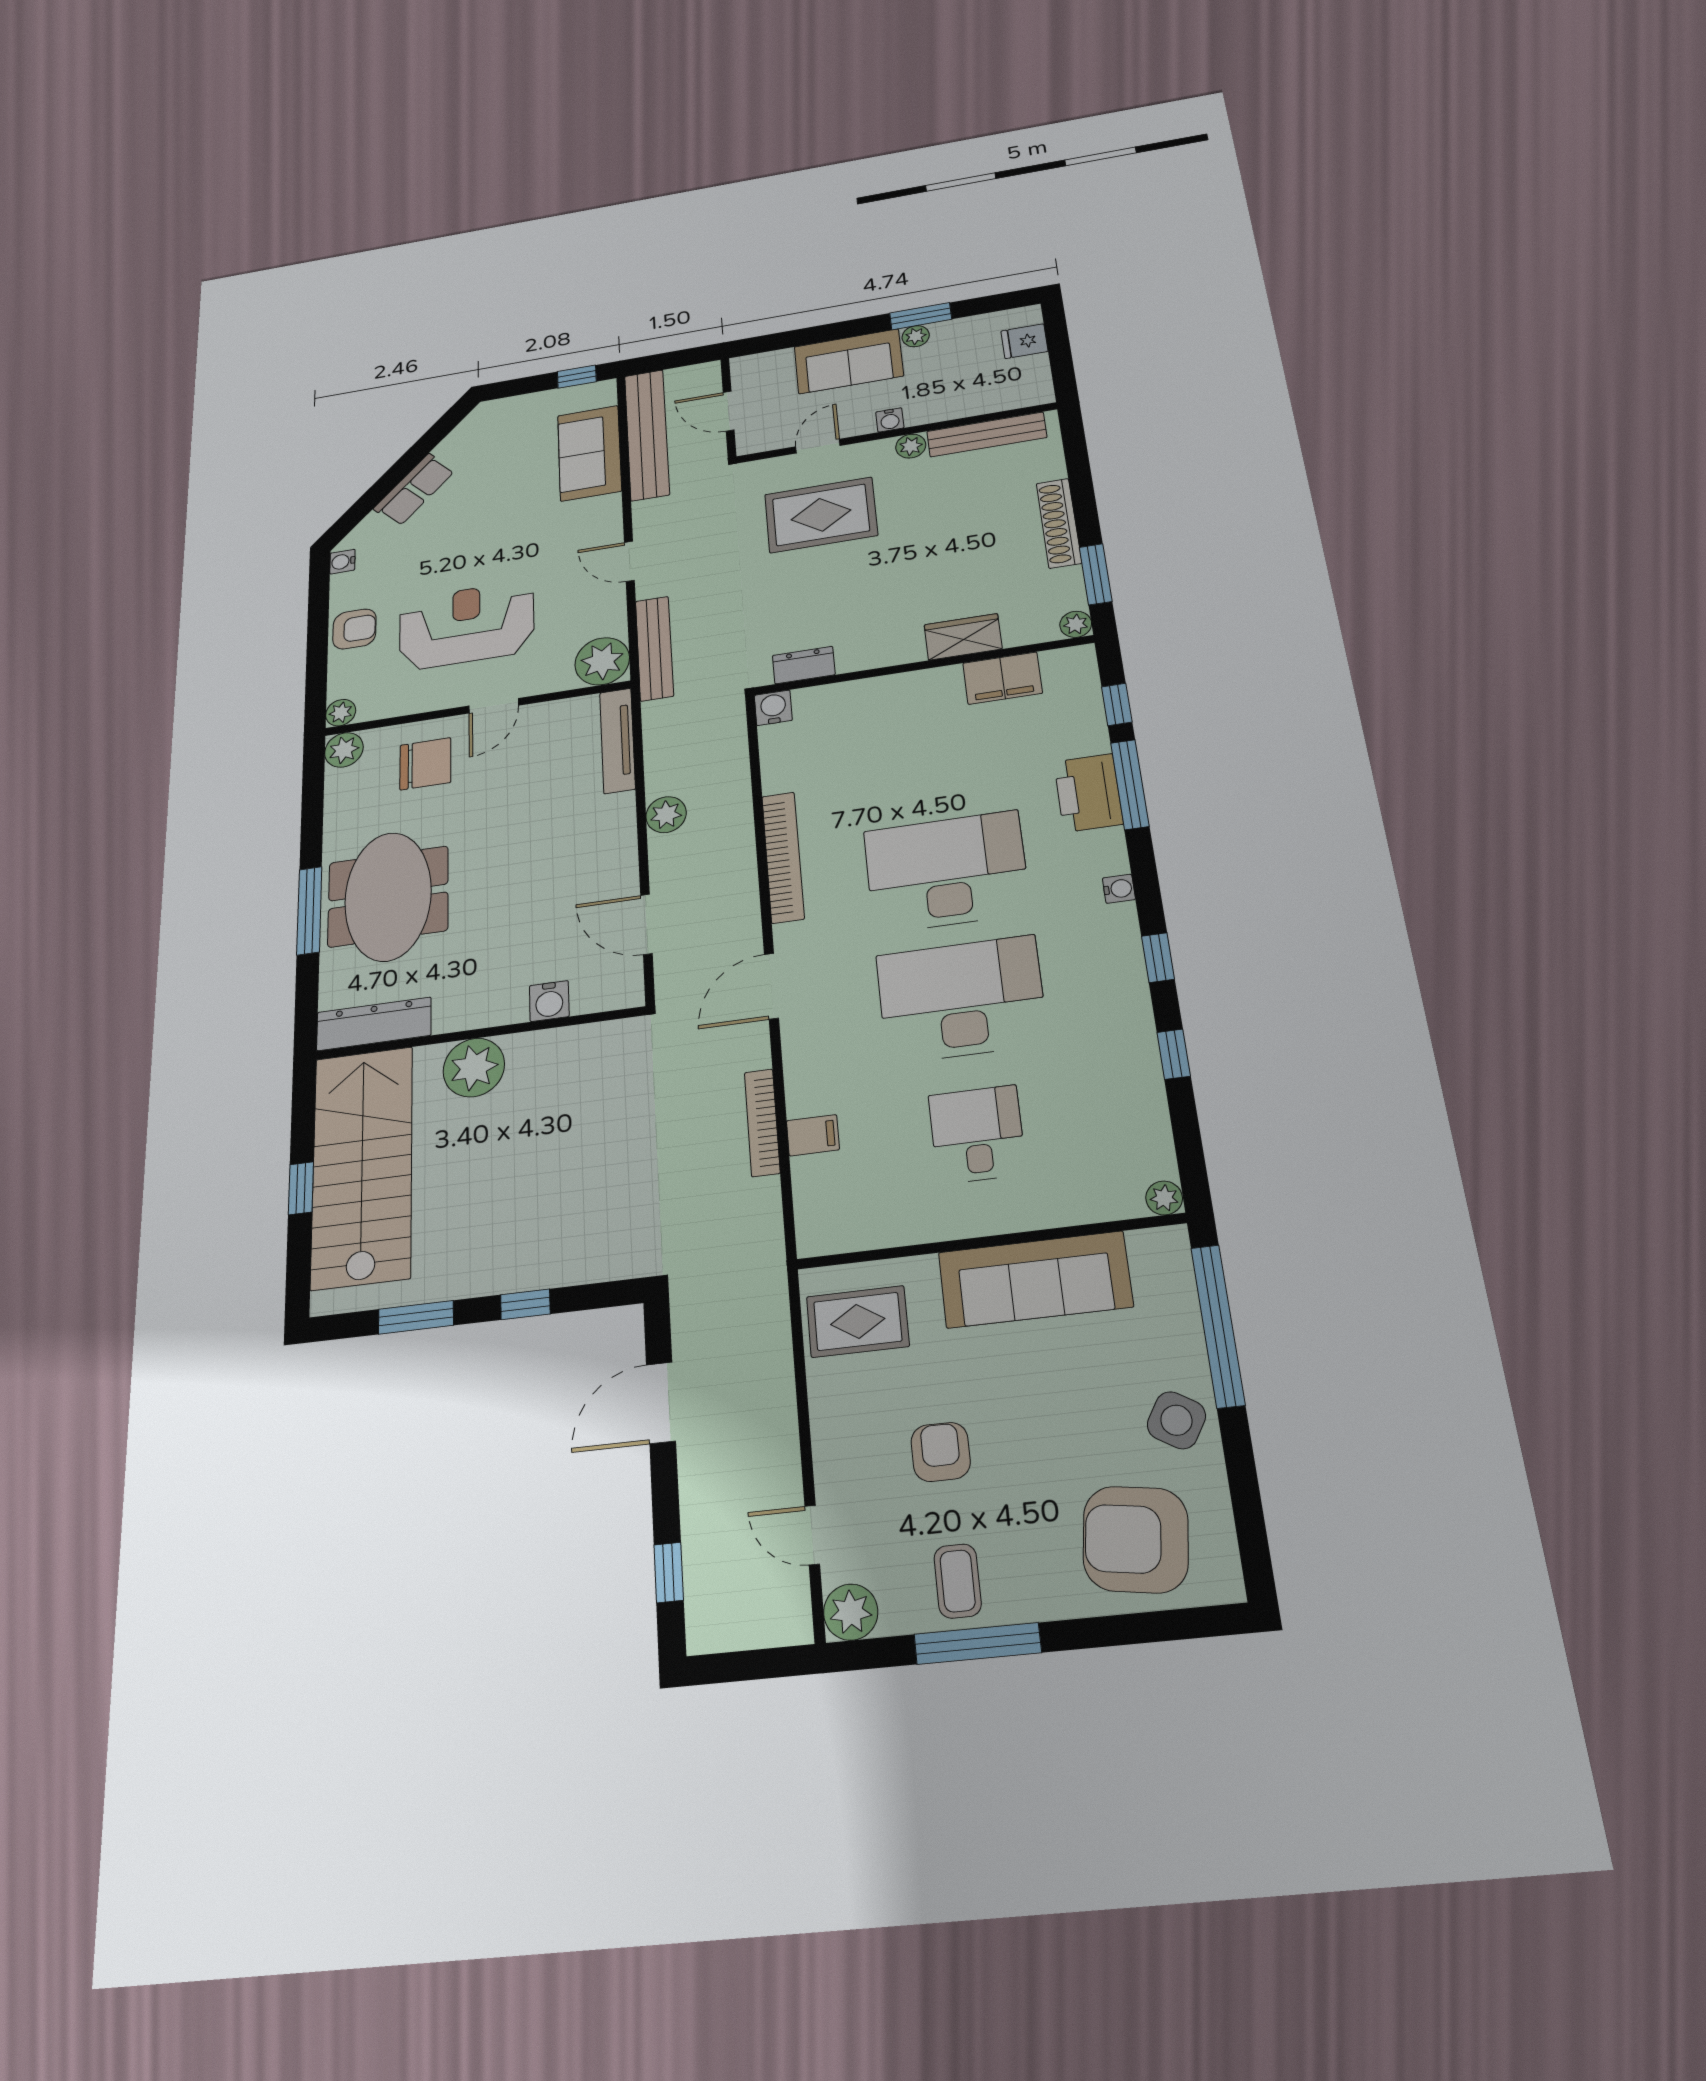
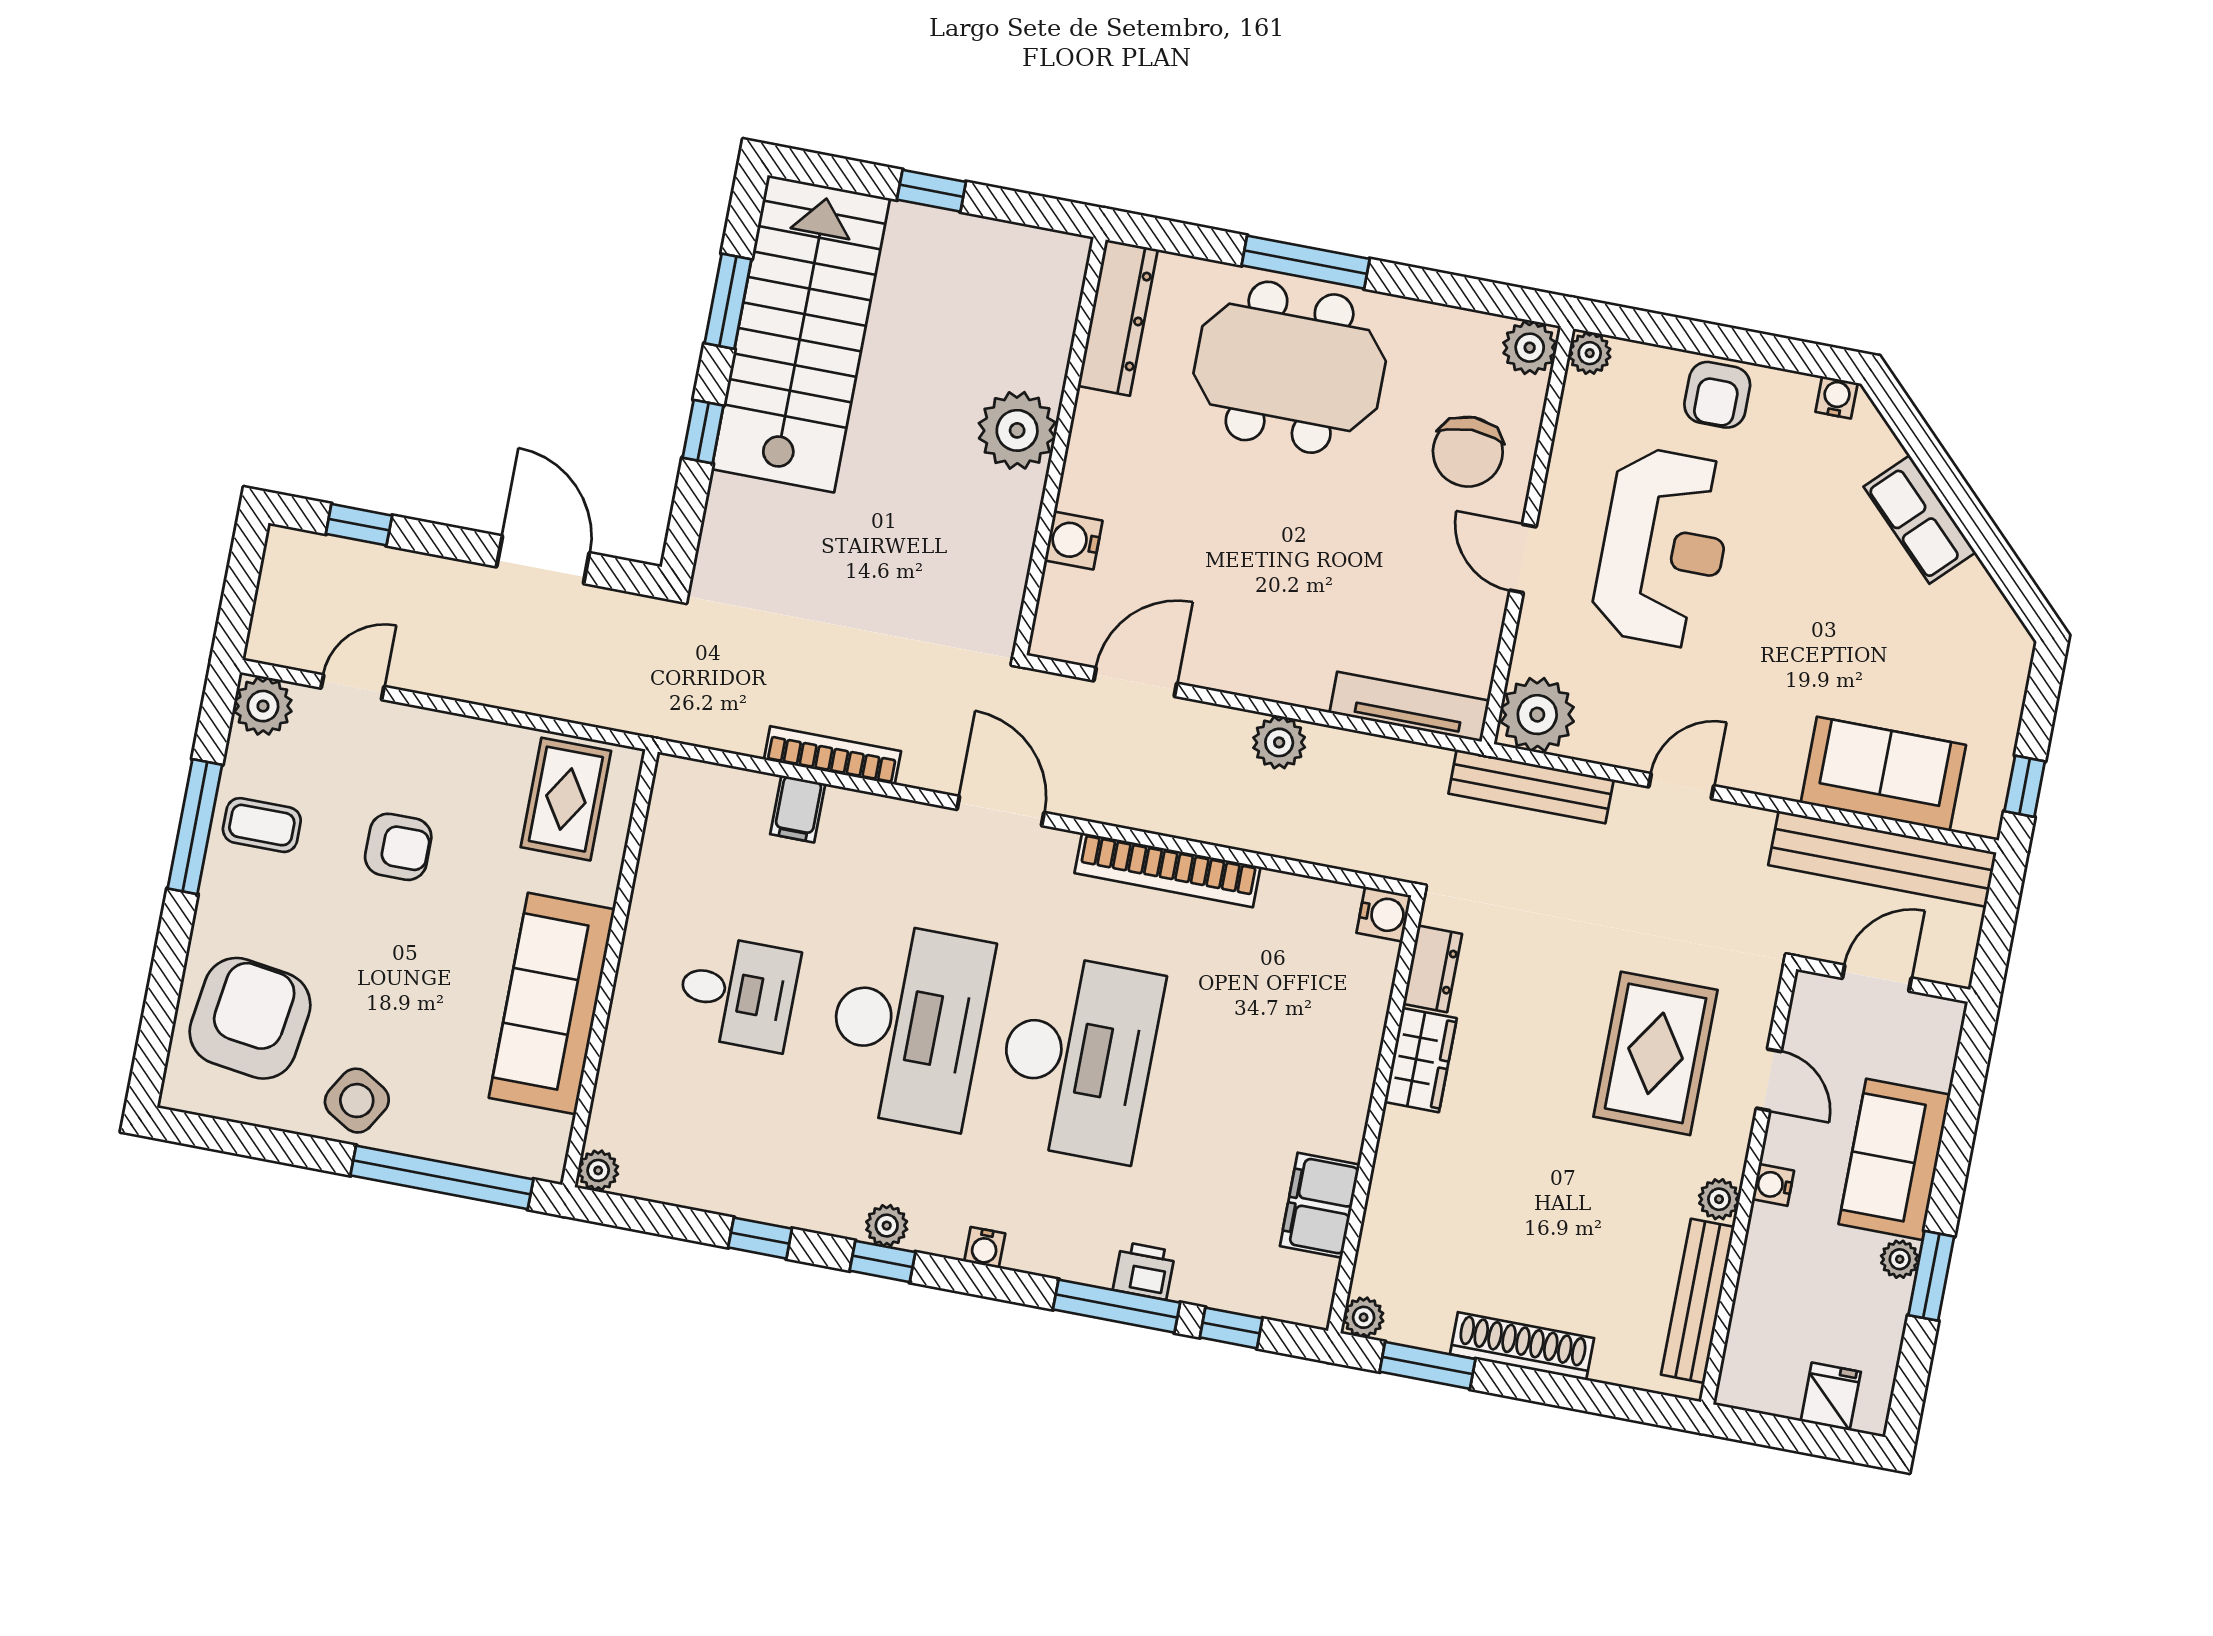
wardrobe: (963, 637) -> (1420, 1060), moved
printer: (1088, 793) -> (1144, 1271), width x0.53, depth x0.68
plant: (1128, 964) -> (887, 1226), added
stairs: (362, 1166) -> (801, 334), moved, turned -90

